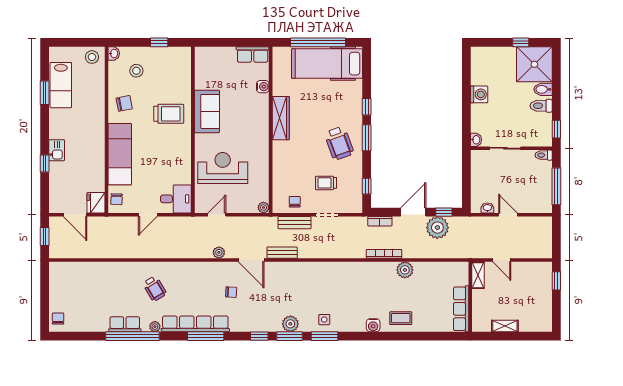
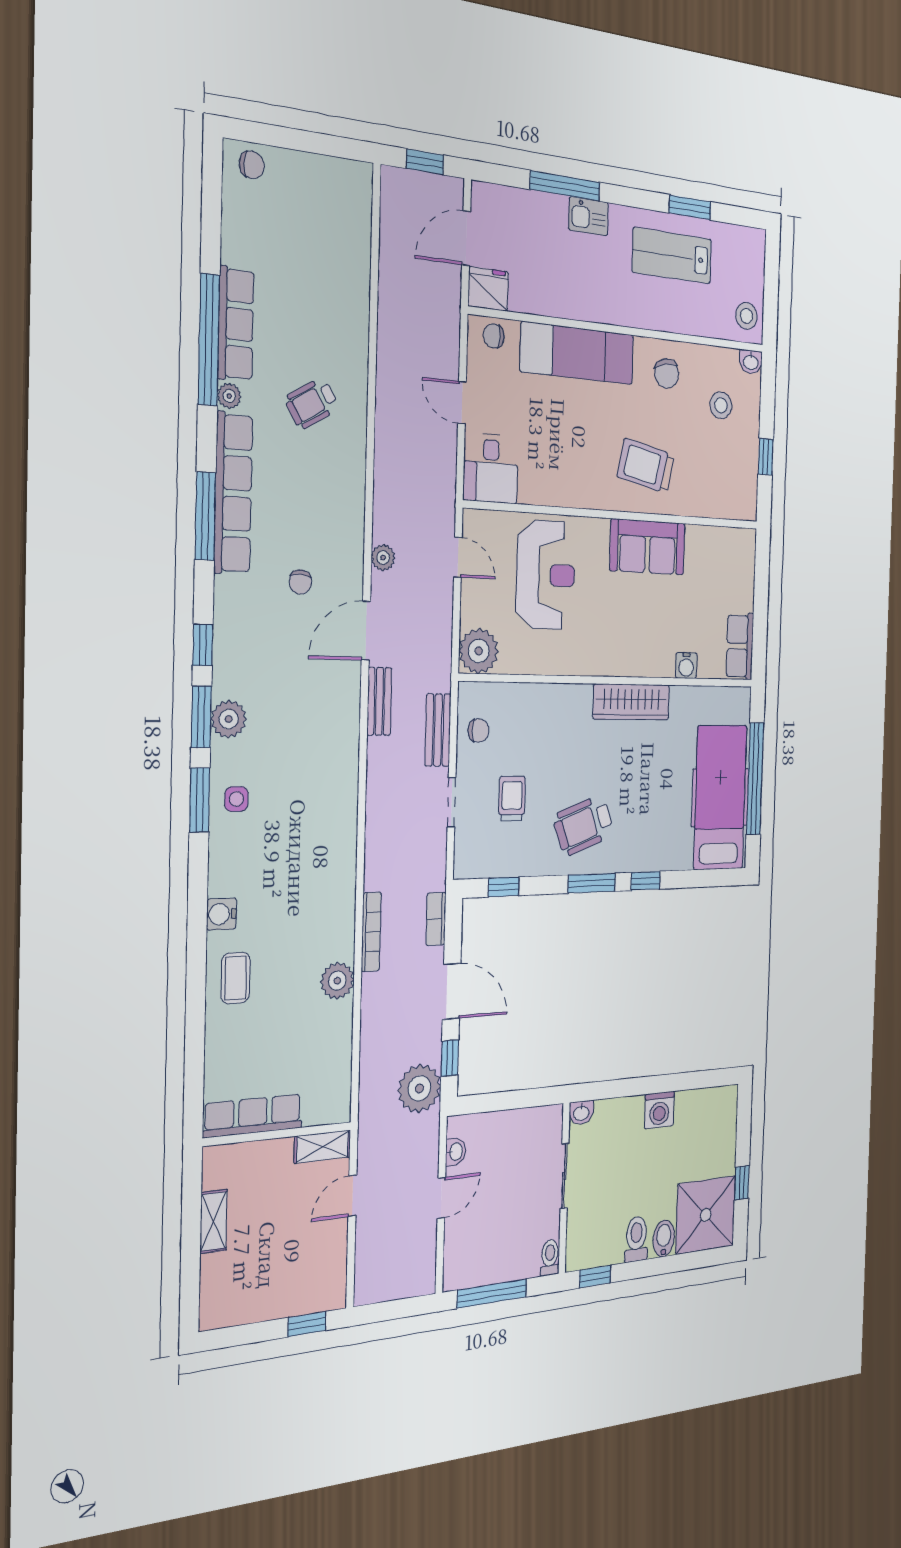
lab bench: (61, 85) -> (672, 256), moved
trolley: (169, 114) -> (646, 466), turned 102
window: (45, 164) -> (565, 186), width x2.17
plant: (263, 207) -> (479, 651), width x1.87, depth x1.87
plant: (437, 228) -> (419, 1088), moved
row of seats: (125, 324) -> (236, 324), width x1.48

